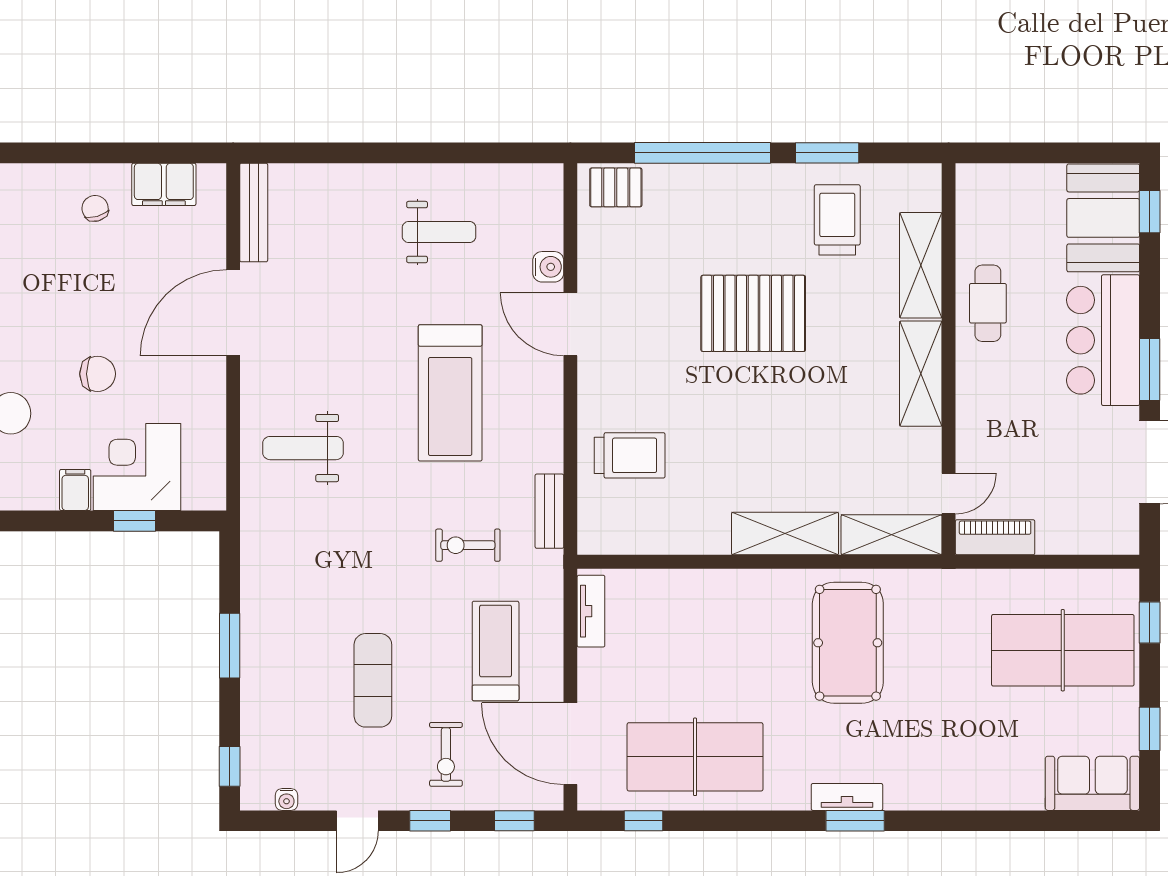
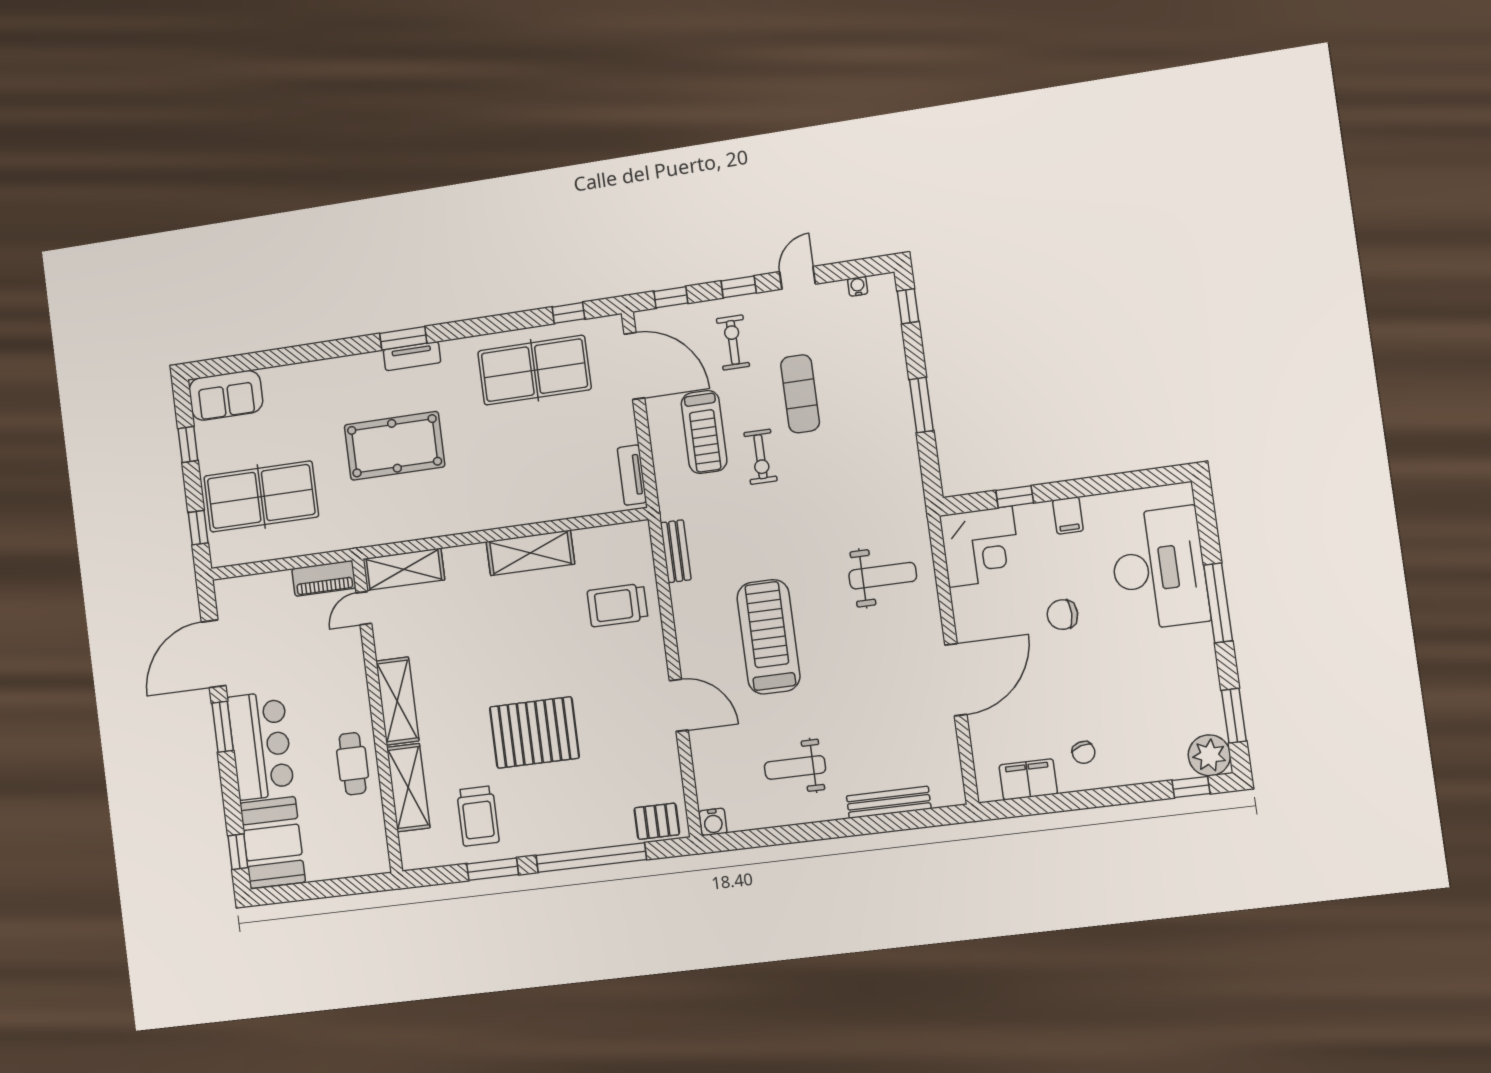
bench: (254, 213) -> (889, 802), moved, turned 90
water cooler: (548, 267) -> (713, 822), moved, turned -90
corner desk: (137, 467) -> (980, 547), moved
shelving: (785, 534) -> (530, 553), moved
exercise bike: (468, 545) -> (760, 457), moved, turned 90
pool table: (848, 643) -> (394, 446), moved, turned 90

